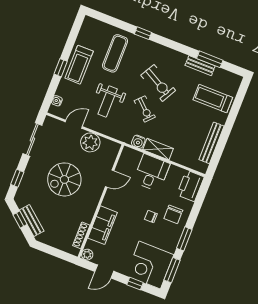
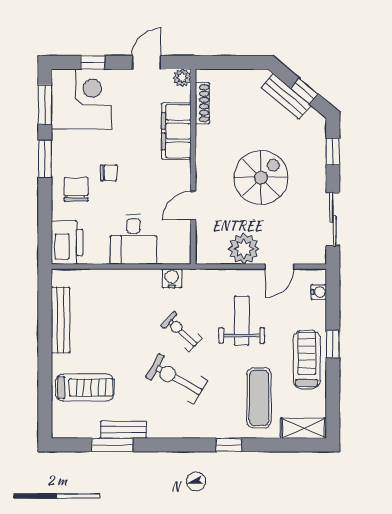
shelving: (158, 149) -> (304, 428), moved

